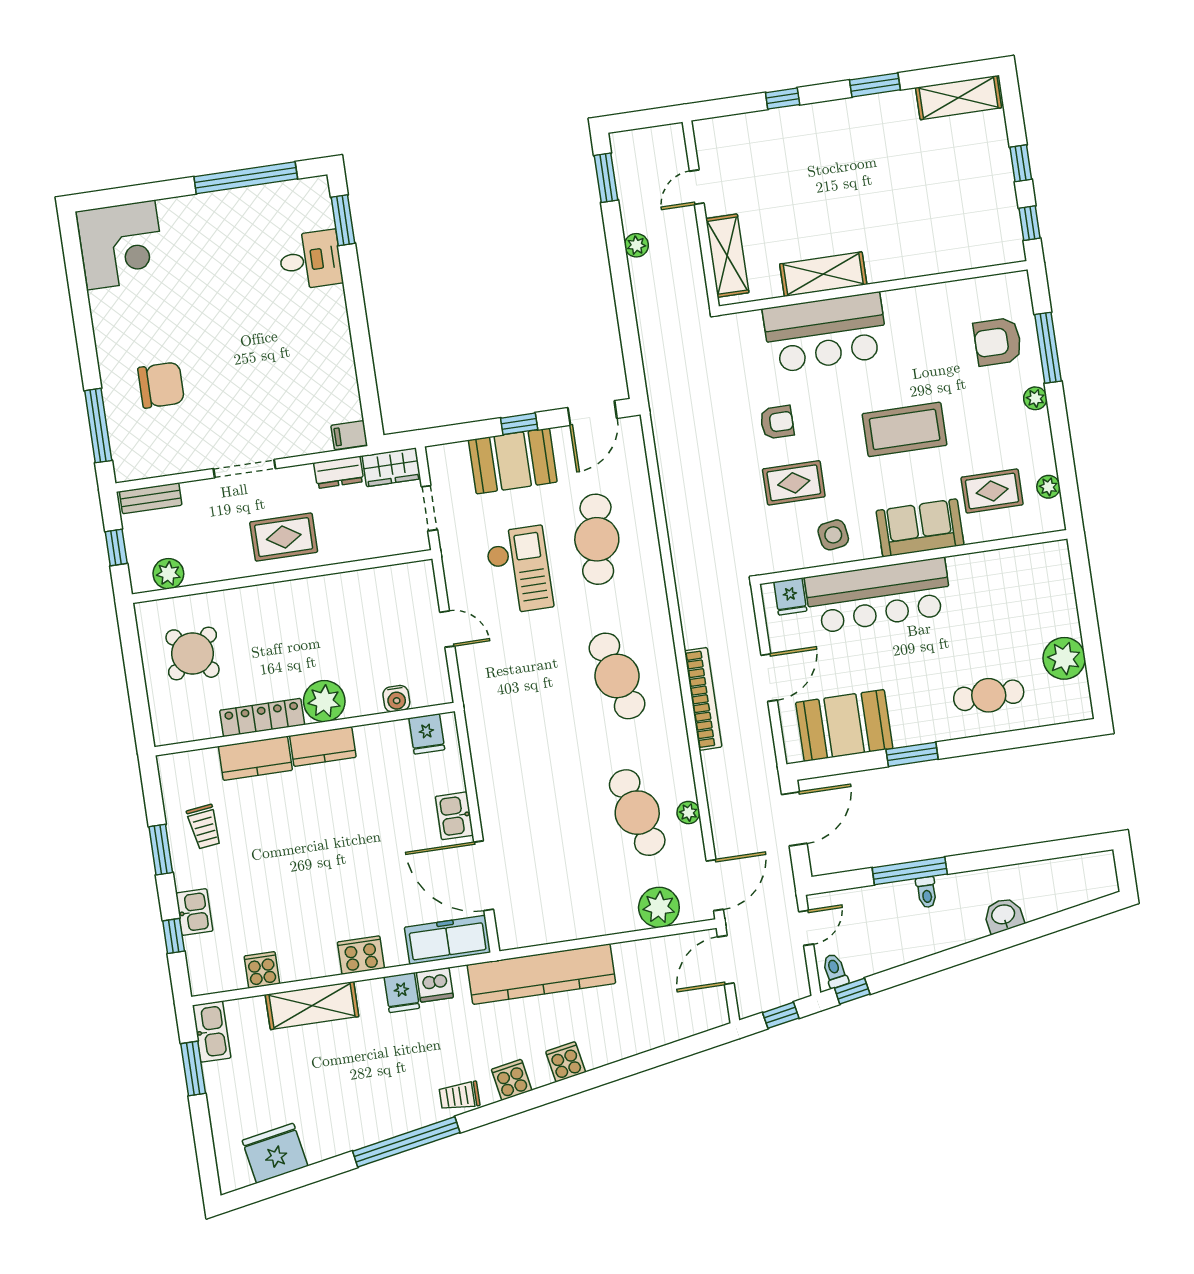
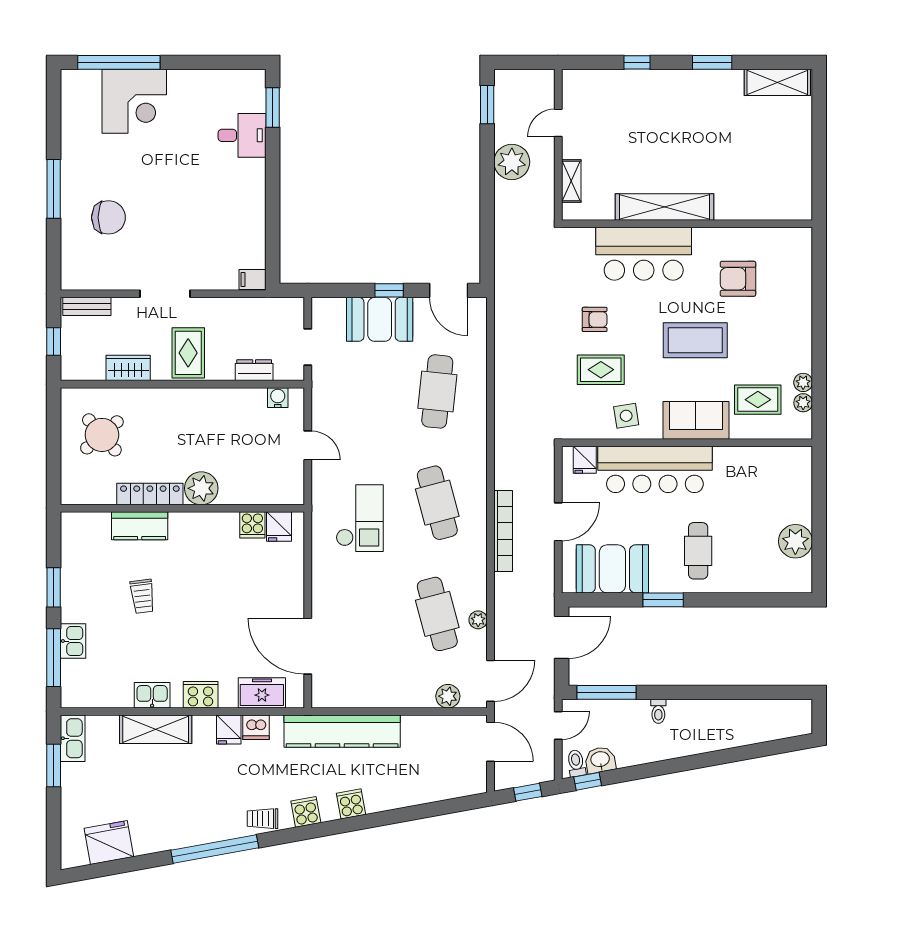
window: (1021, 163) -> (819, 142), removed
window: (246, 178) -> (119, 62), moved
window: (1030, 223) -> (819, 191), removed
corner desk: (121, 245) -> (134, 101), moved
plant: (636, 245) -> (512, 162), width x1.88, depth x1.88
shelving: (727, 256) -> (571, 181), width x0.67, depth x0.75
shelving: (823, 274) -> (664, 207), width x1.47
armchair: (998, 342) -> (738, 279), moved
window: (1048, 348) -> (819, 292), removed
plant: (1035, 398) -> (803, 382), moved
door: (592, 413) -> (449, 290), hinge flipped
window: (98, 426) -> (54, 189), moved
wardrobe: (391, 467) -> (128, 368), moved, turned 180
dresser: (339, 472) -> (254, 370), moved, turned 180
rug: (284, 537) -> (188, 353), turned 90
checkout: (519, 570) -> (360, 518), moved
plant: (168, 574) -> (92, 368), removed
cafe table: (989, 695) -> (698, 551), moved, turned 90
water cooler: (396, 699) -> (278, 398), moved, turned 180
kitchen counter: (323, 747) -> (195, 524), removed
kitchen sink: (454, 816) -> (152, 695), moved, turned 90
trolley: (204, 827) -> (142, 596), moved
window: (910, 871) -> (607, 692), moved
plant: (659, 907) -> (448, 696), width x0.73, depth x0.73
washbasin: (1003, 915) -> (600, 760), moved
window: (174, 936) -> (54, 658), width x2.17
freezer: (447, 940) -> (262, 693), width x0.71
door: (726, 960) -> (491, 742), swing flipped
cooker: (262, 970) -> (252, 525), moved, turned 180

